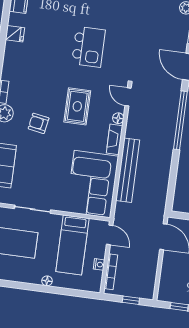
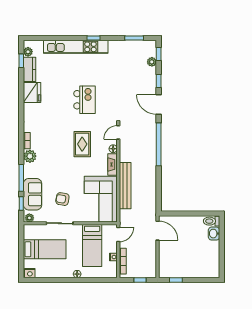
fridge: (15, 34) -> (32, 93), width x1.88, depth x1.34
door: (128, 97) -> (118, 132), hinge flipped
armchair: (39, 123) -> (62, 199), moved
door: (110, 235) -> (118, 234), hinge flipped

